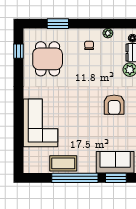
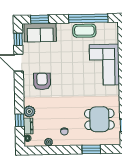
dining table: (48, 59) -> (99, 119), turned 90
window: (75, 178) -> (88, 18), moved

